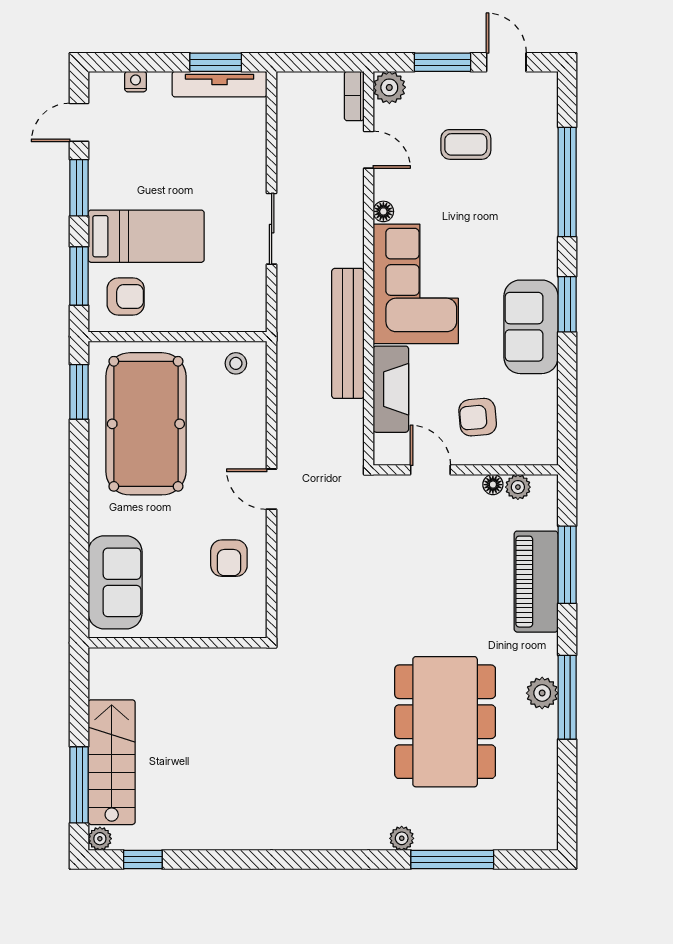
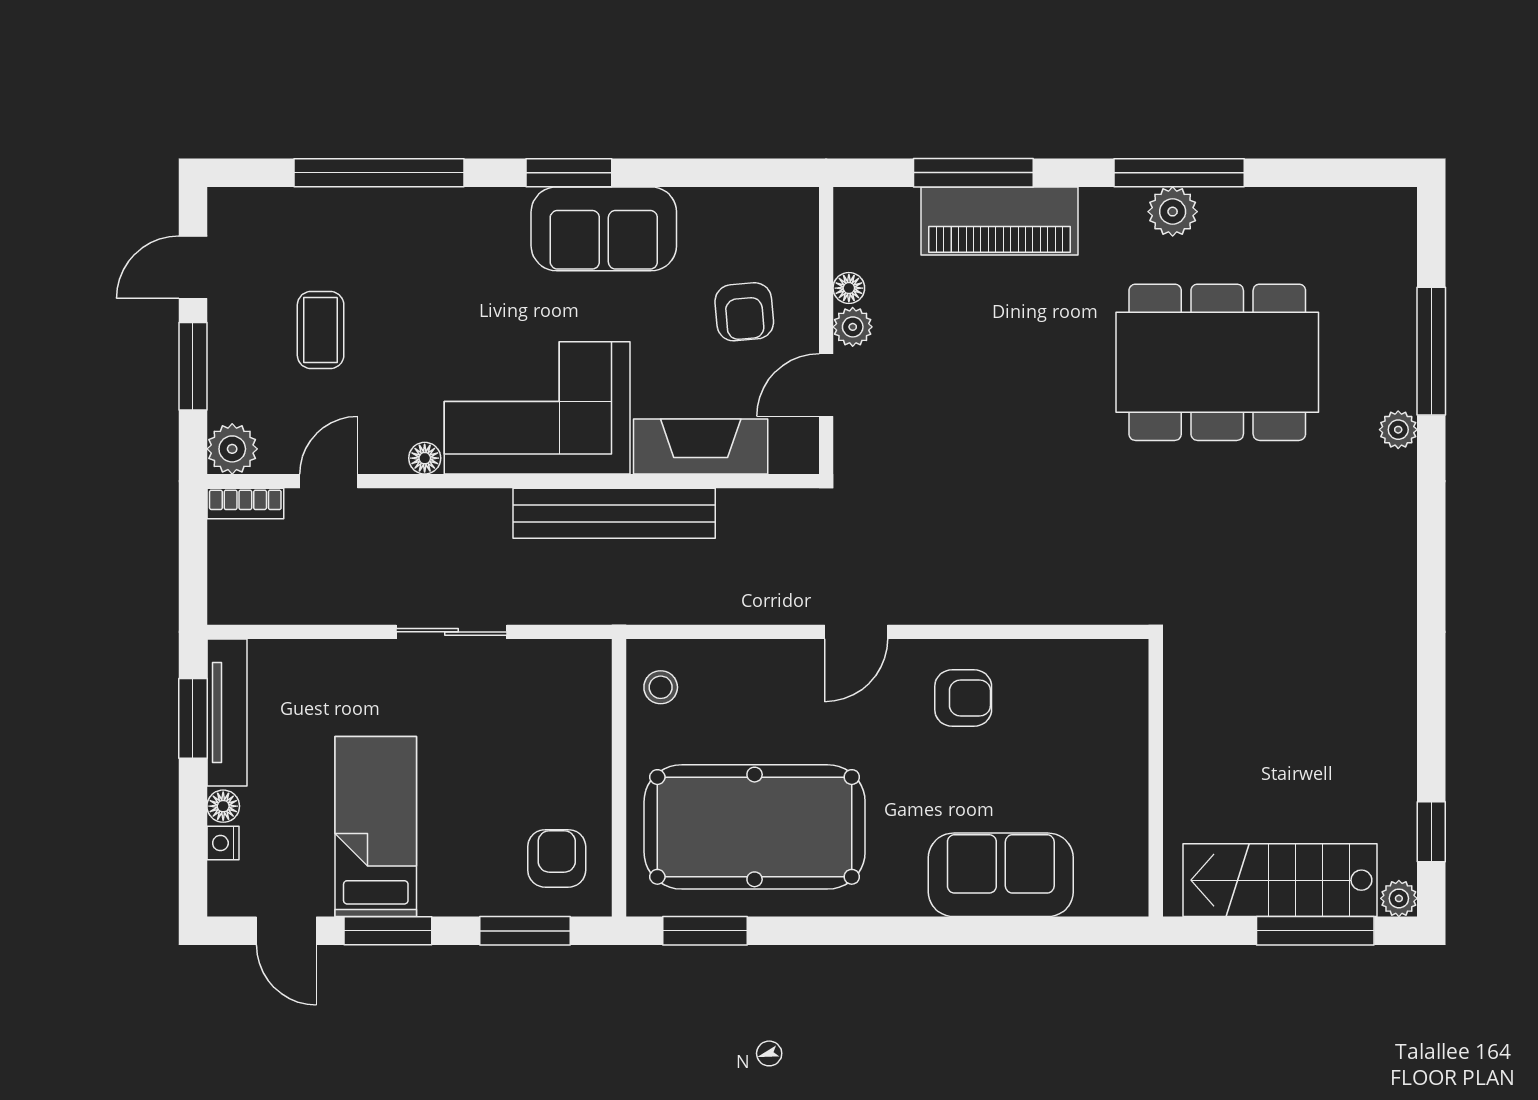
floor lamp: (159, 82) -> (223, 806), added
bed: (146, 236) -> (376, 827), moved
plant: (518, 487) -> (853, 327), moved
wall: (178, 643) -> (1156, 778), moved

